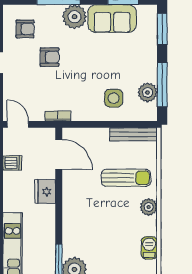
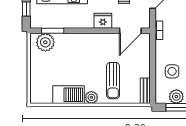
bench: (133, 134) -> (145, 91), width x0.73
barbecue: (149, 248) -> (69, 95), width x1.88, depth x1.53

